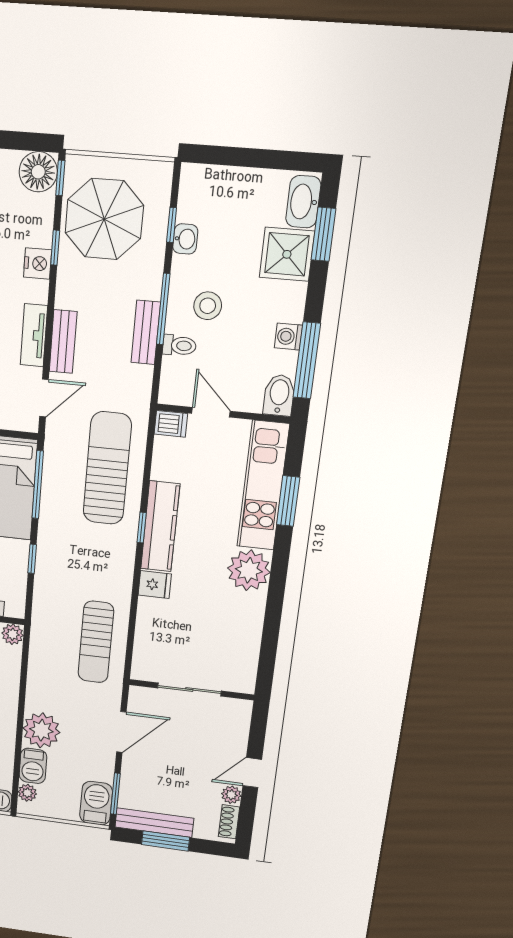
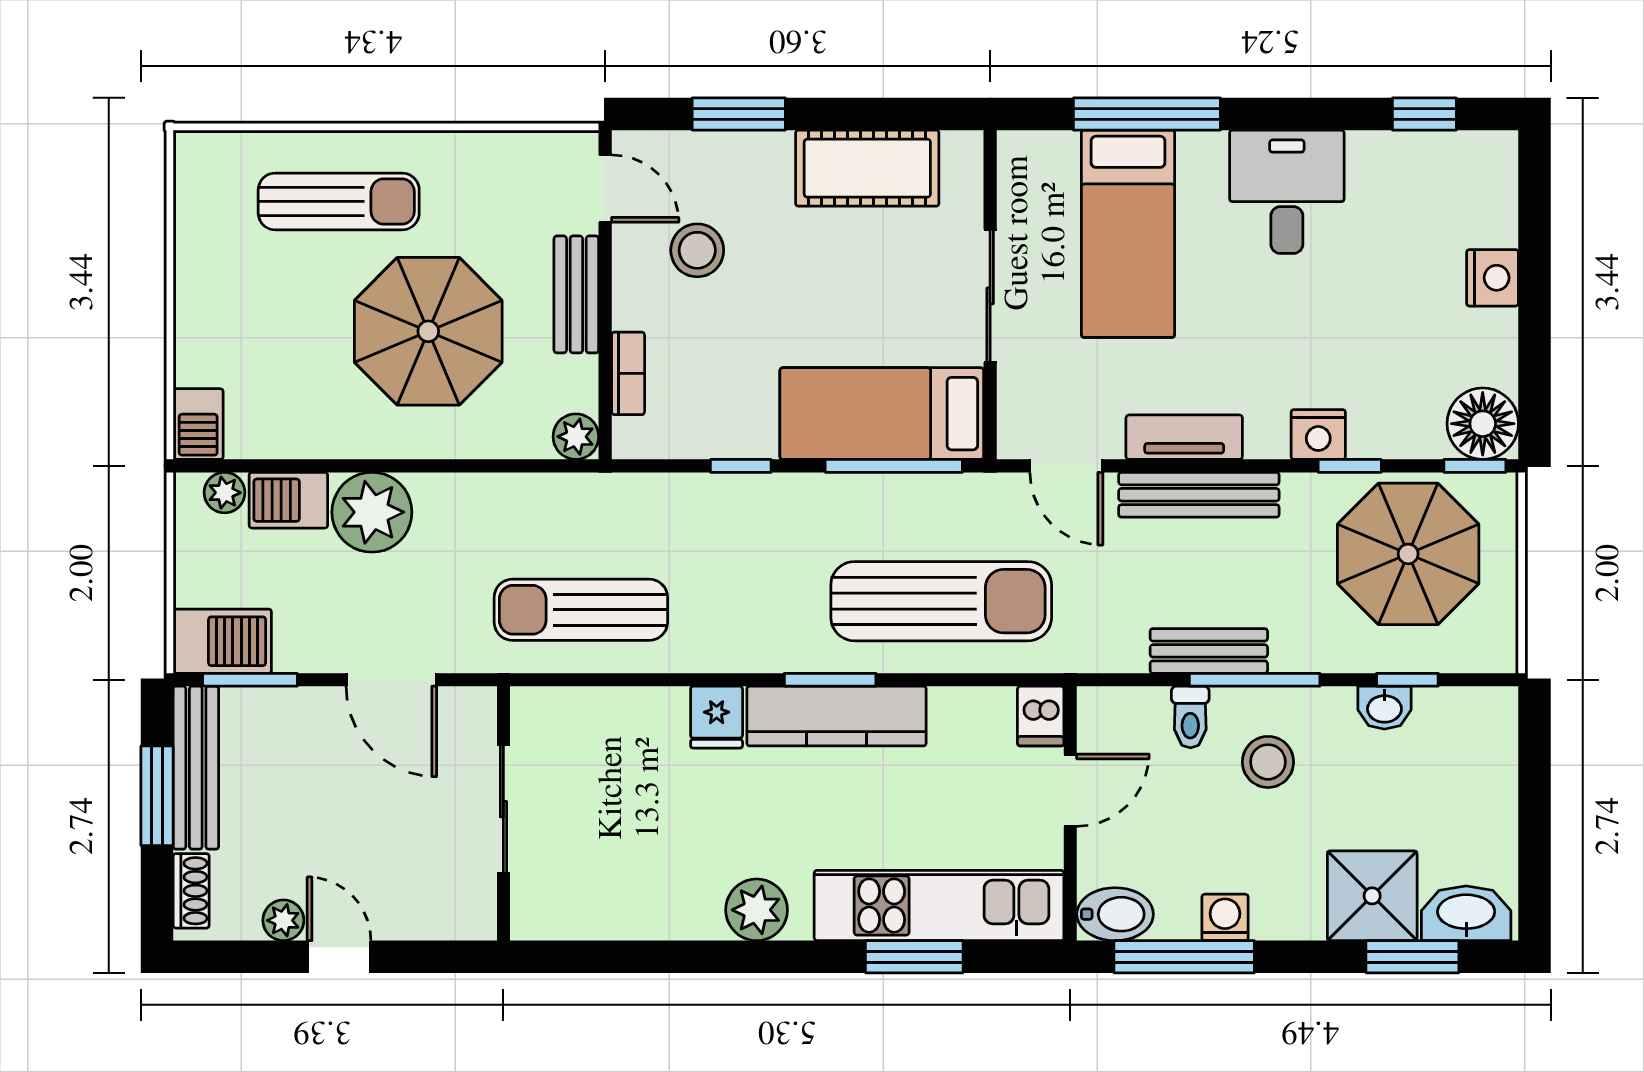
bench: (63, 342) -> (1199, 495), width x1.36
window: (142, 528) -> (830, 680), width x1.50
plant: (249, 570) -> (757, 910), width x0.73, depth x0.73
shoe rack: (229, 822) -> (191, 891), moved, turned 90

